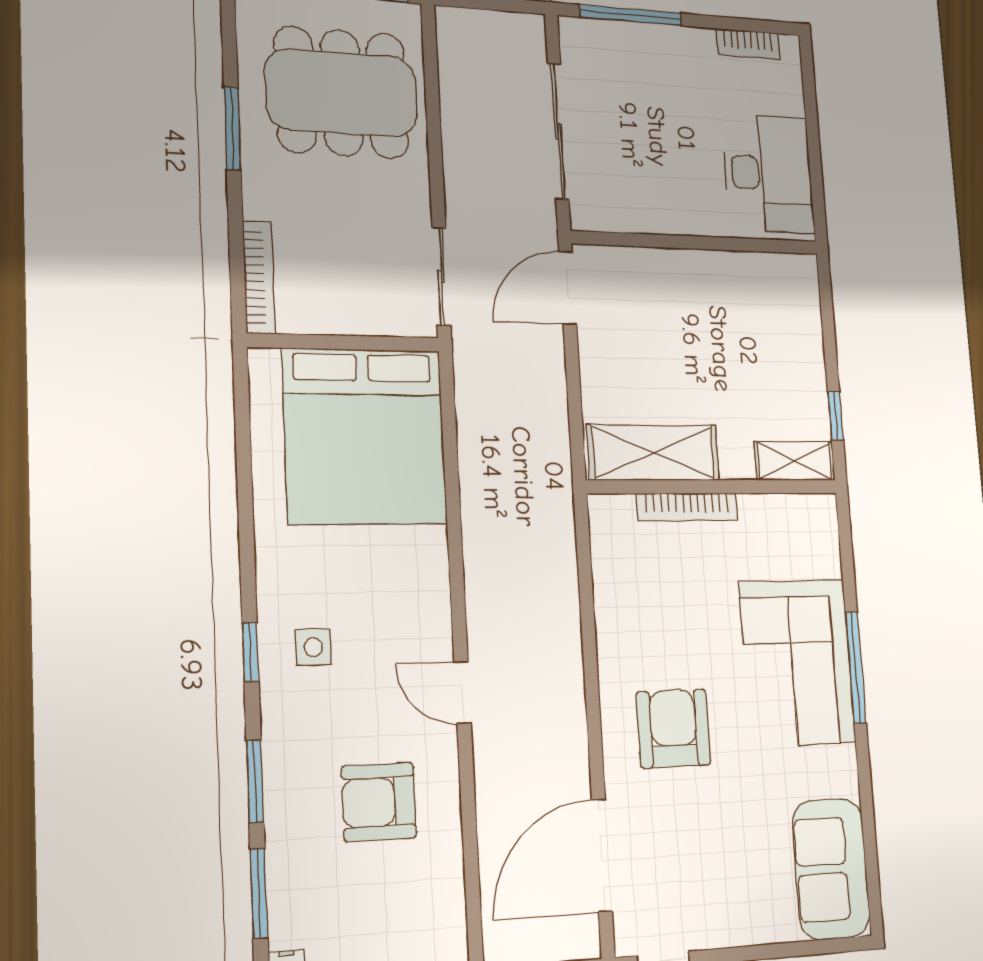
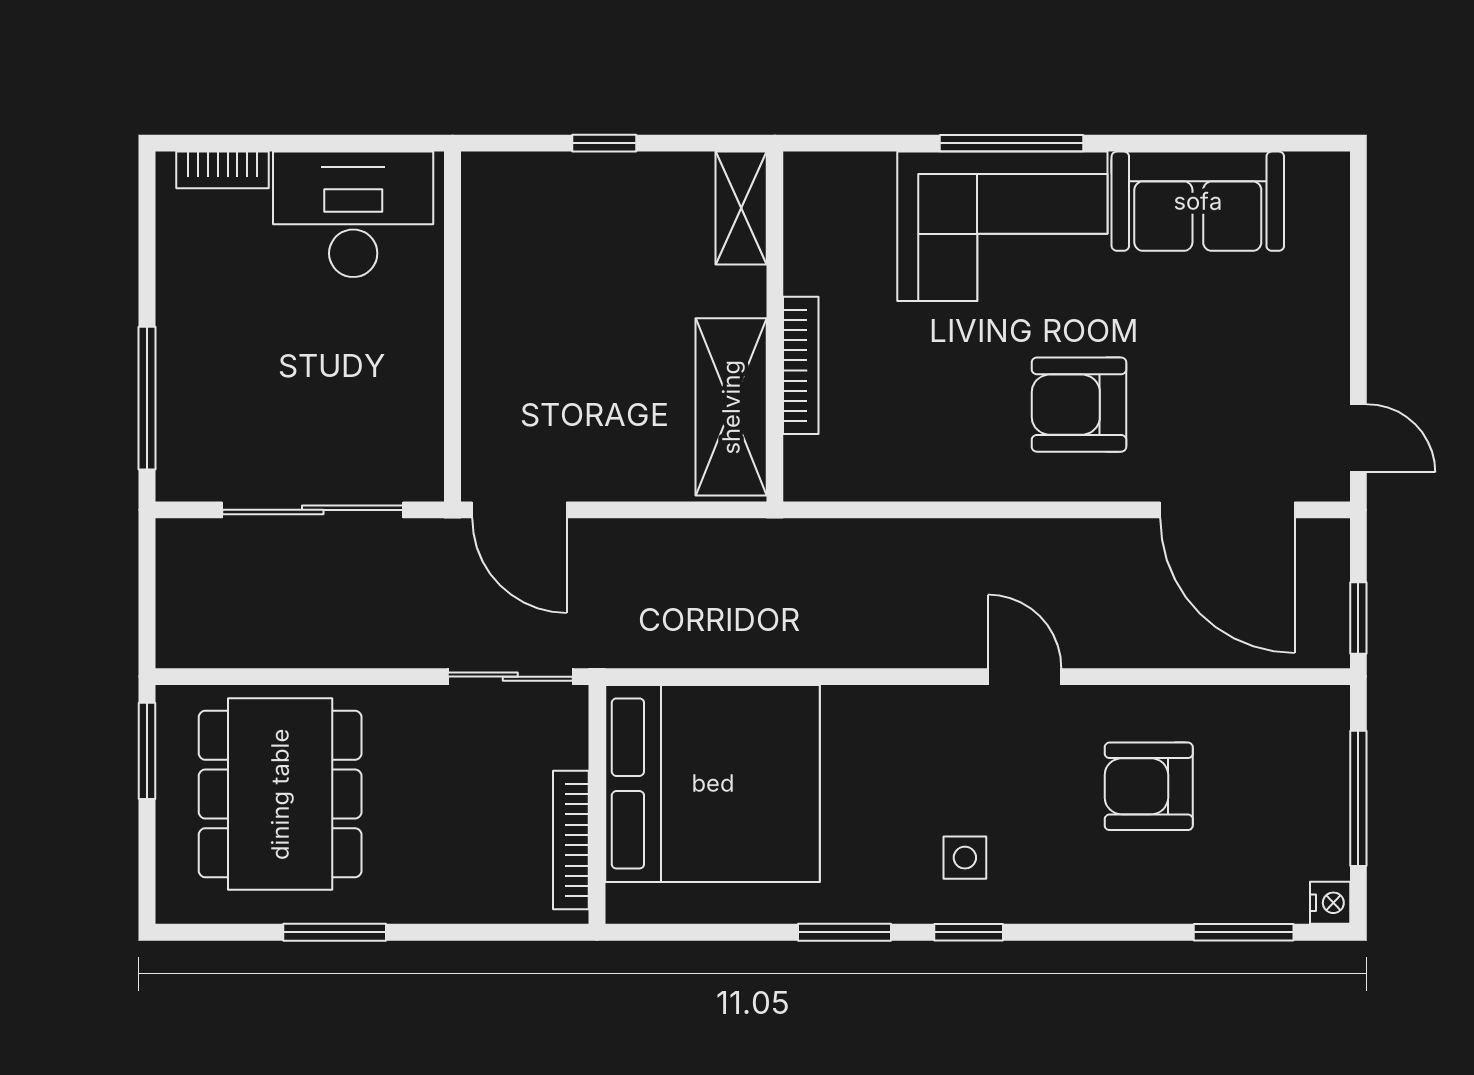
bookcase: (748, 44) -> (223, 170), moved, turned 90
bookcase: (259, 277) -> (571, 840), moved, turned -90
window: (835, 416) -> (604, 143), moved
door: (463, 693) -> (1025, 677), swing flipped
window: (255, 781) -> (845, 932), moved
armchair: (379, 802) -> (1149, 786), turned 90
sofa: (831, 869) -> (1198, 201), moved

